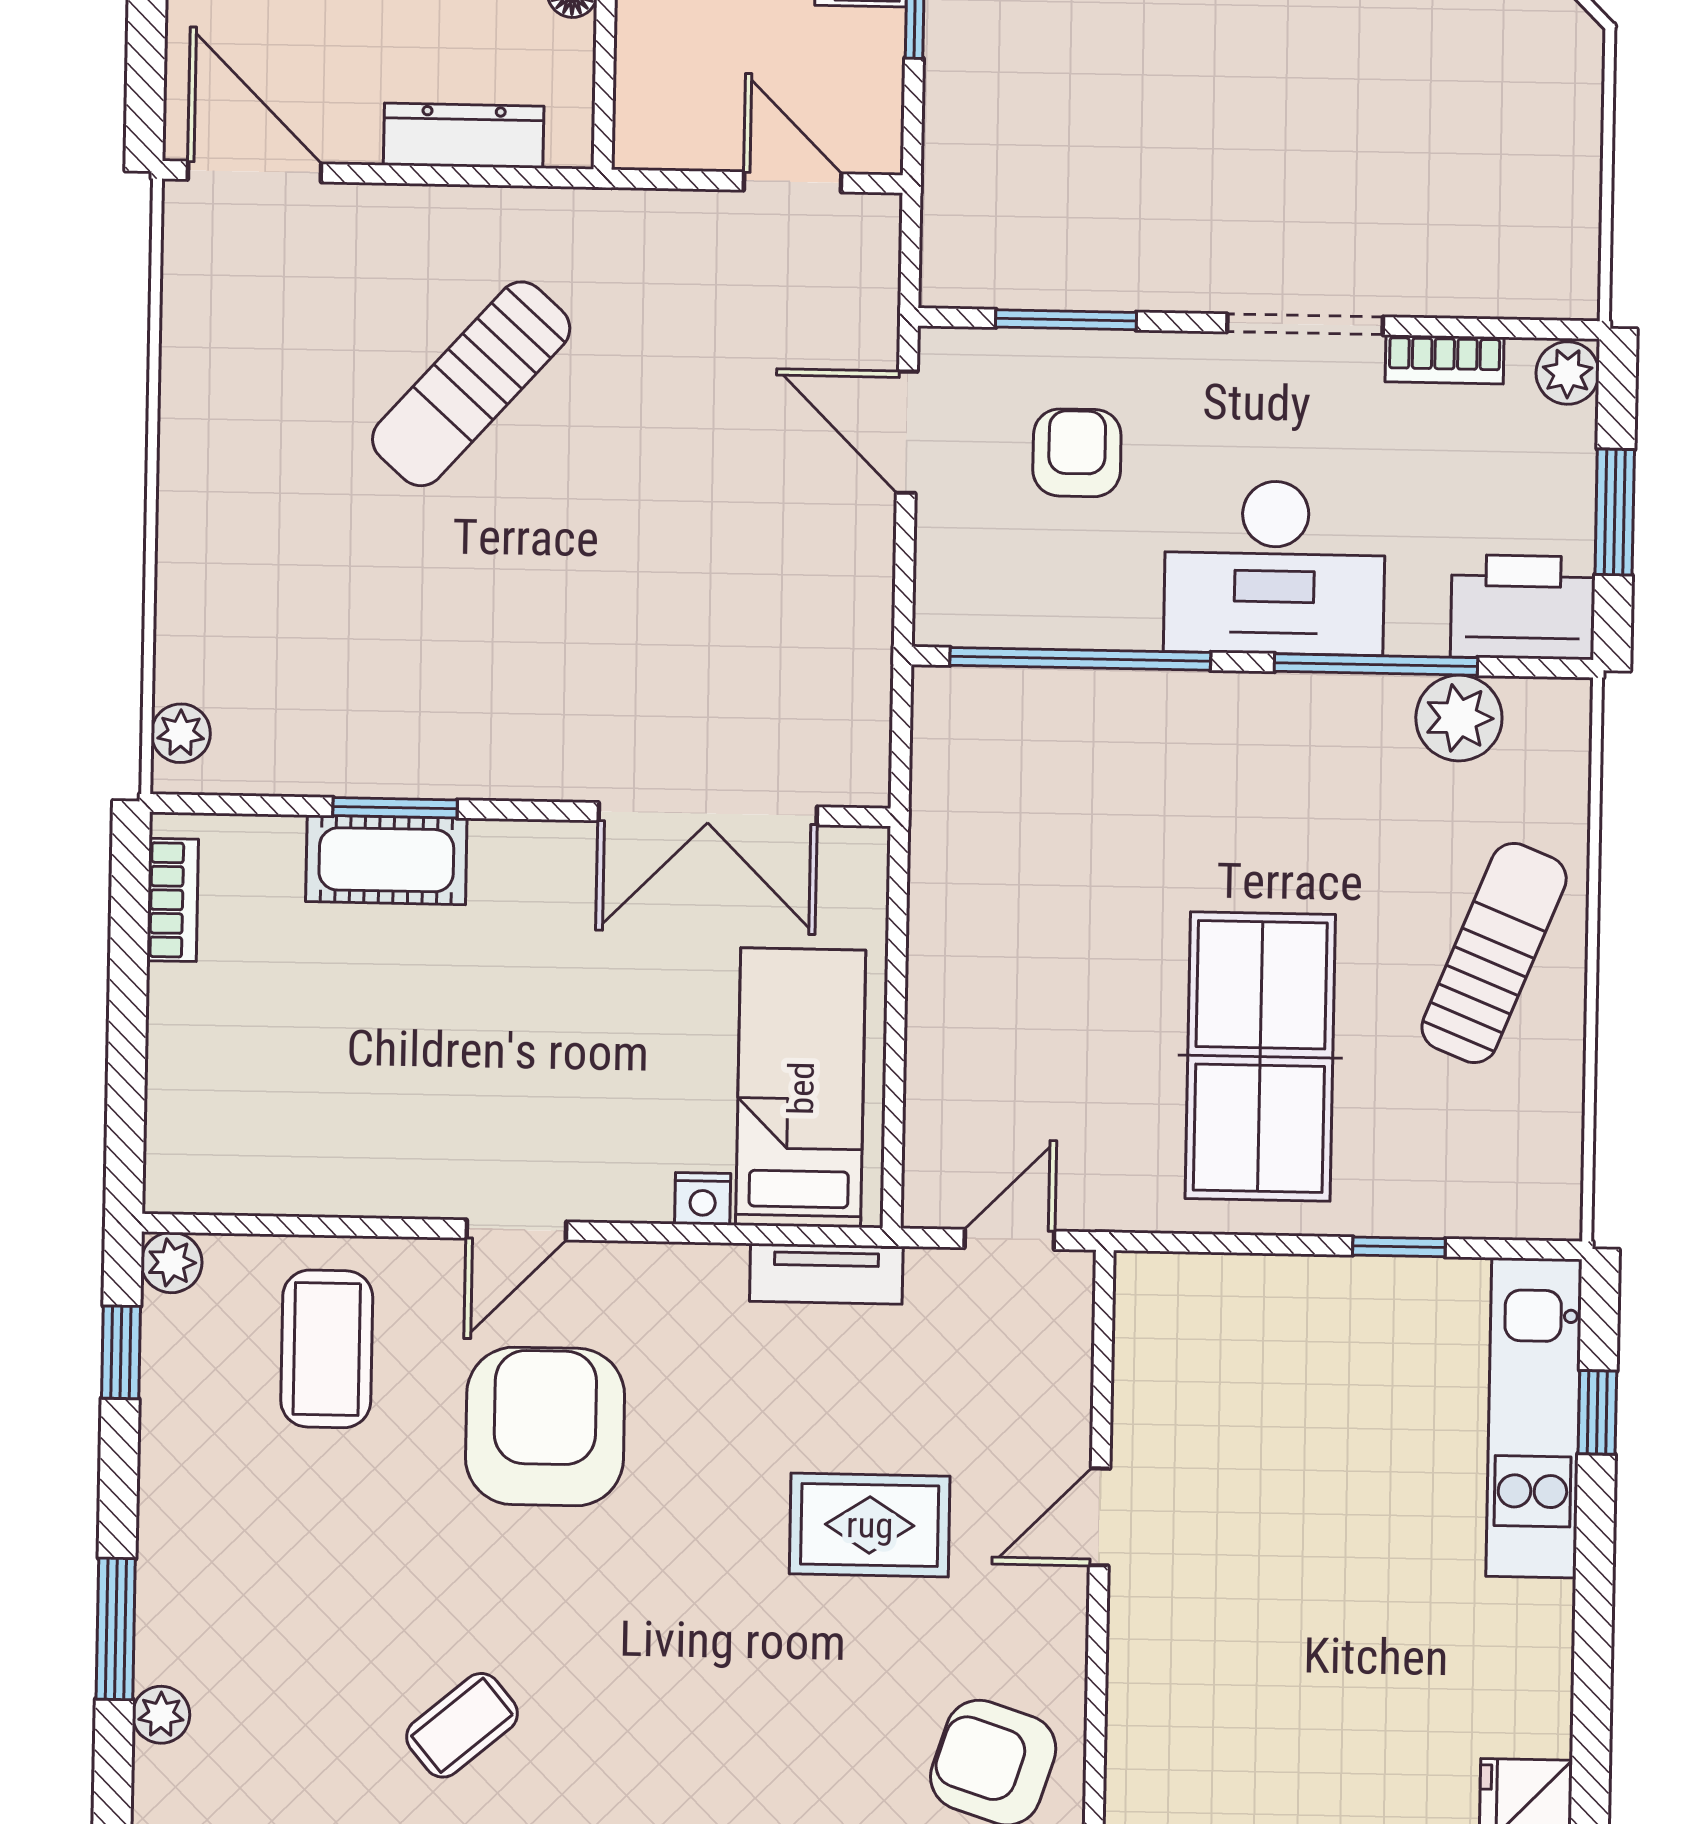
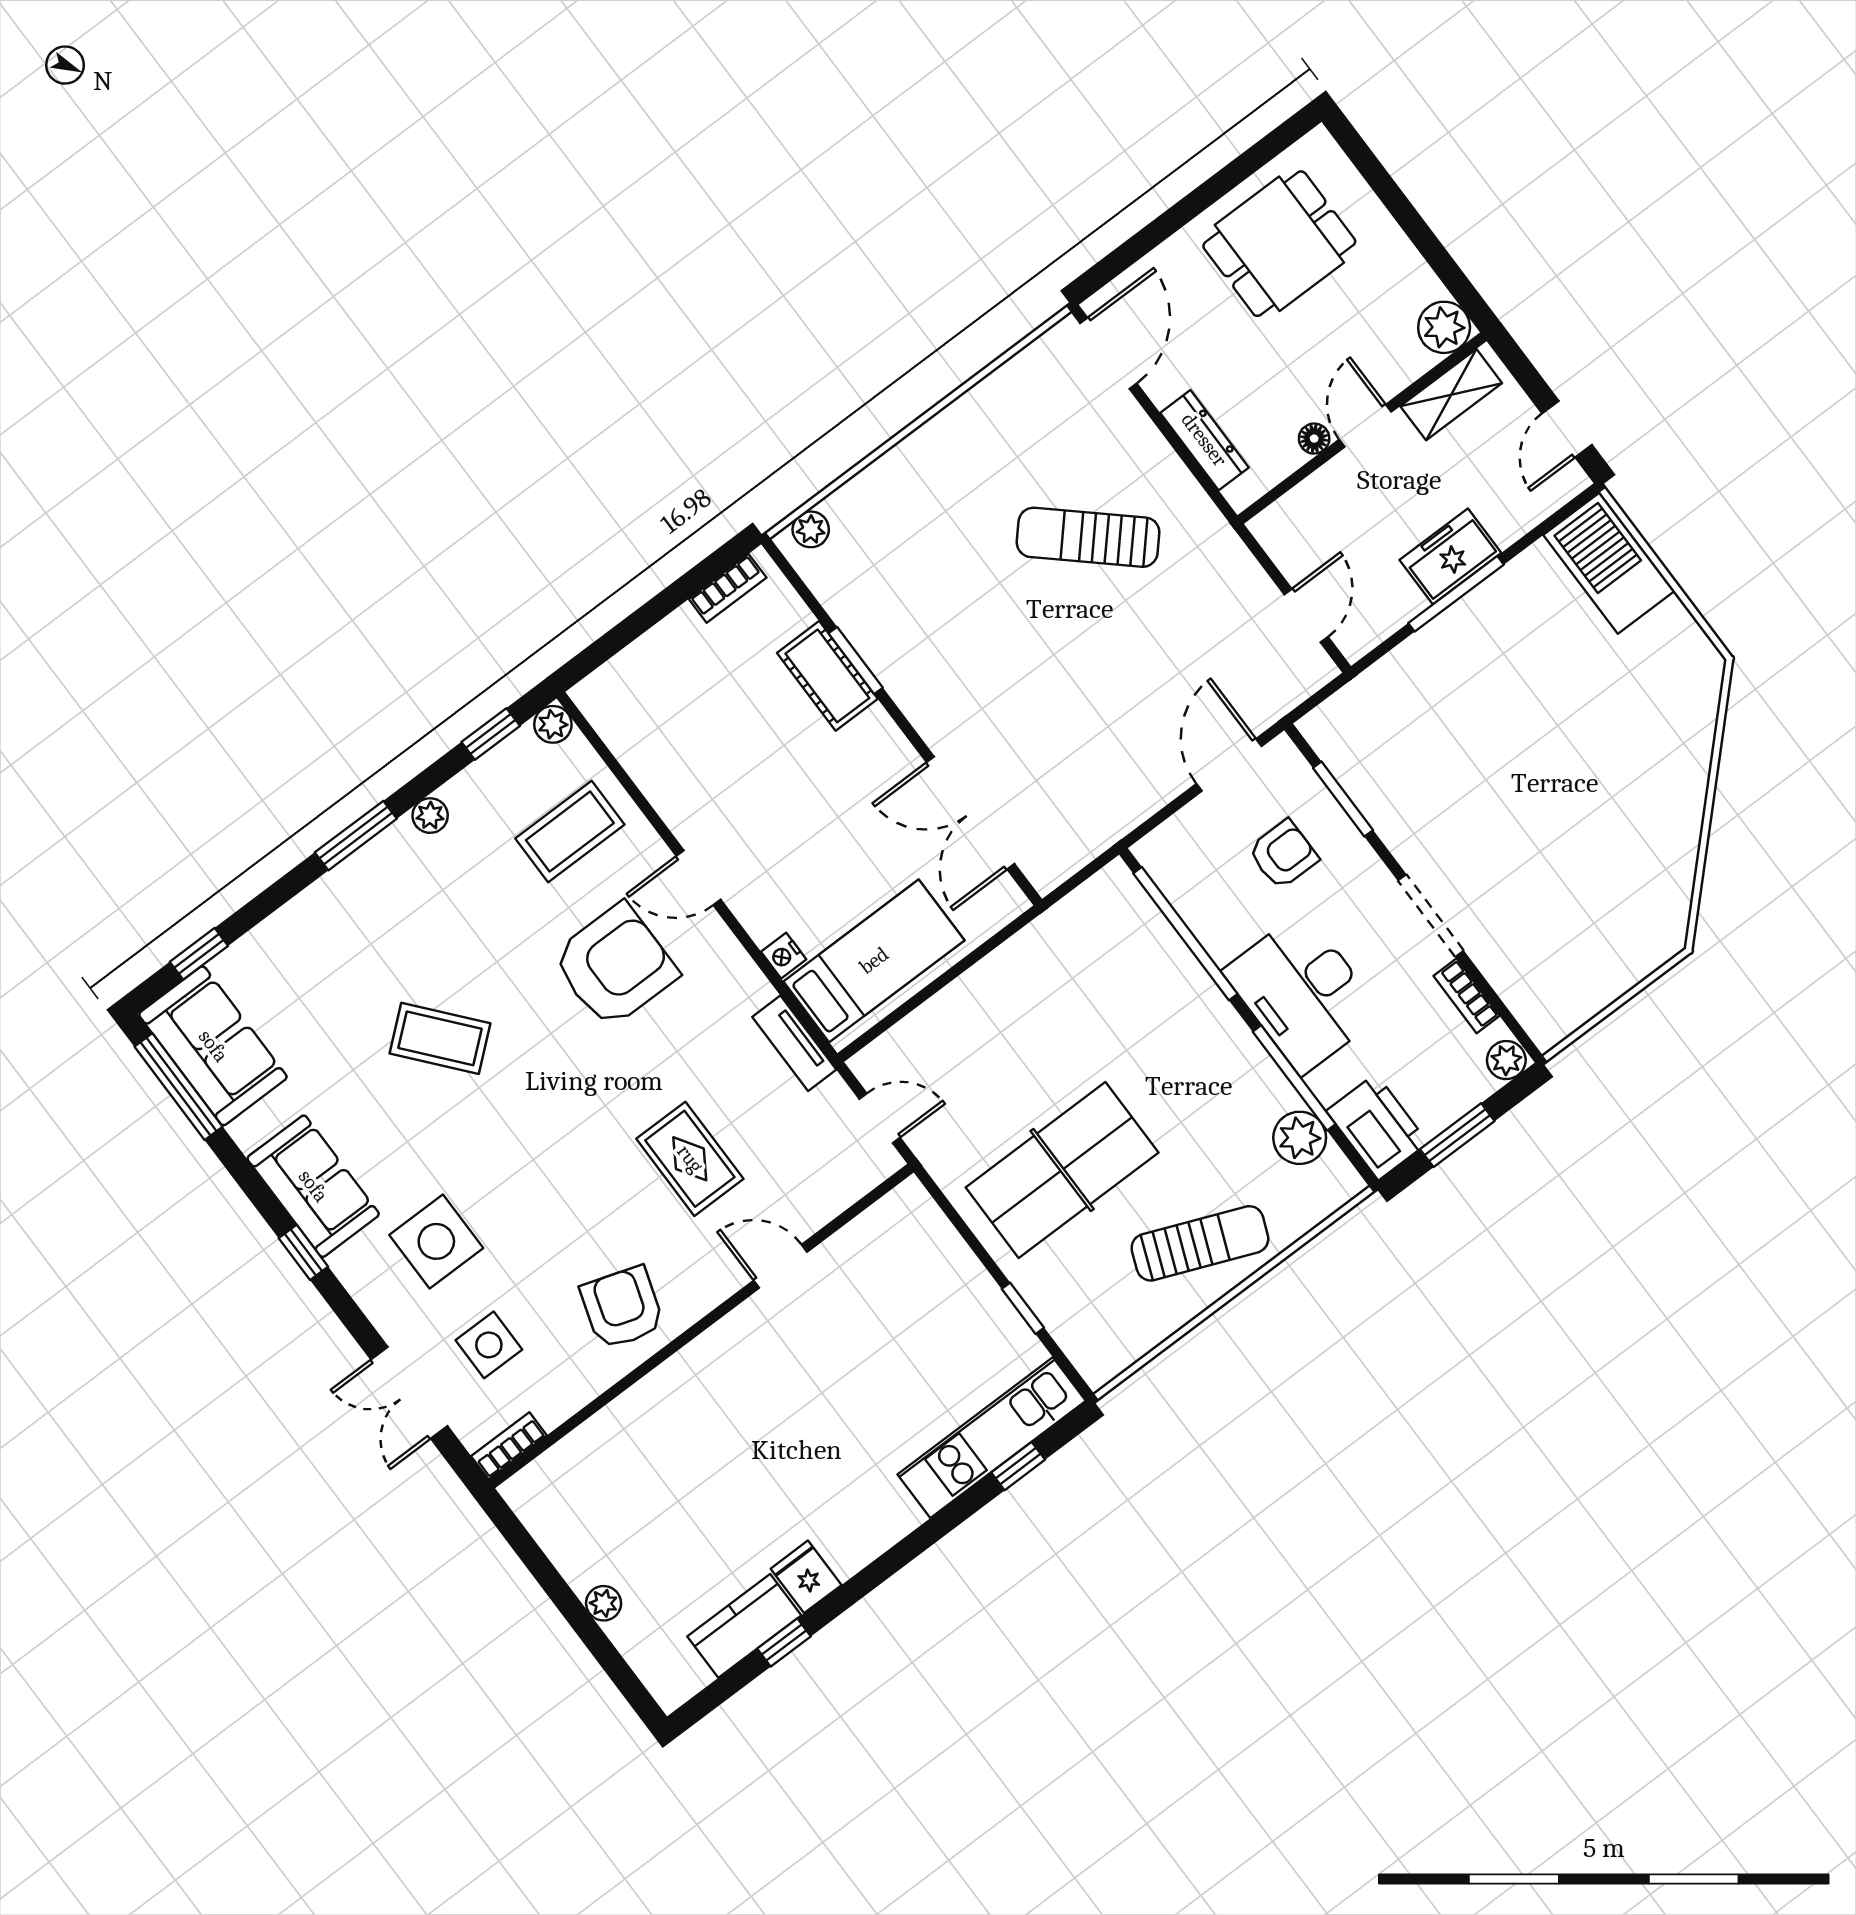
plant: (161, 1715) -> (430, 816), moved
coffee table: (462, 1725) -> (440, 1038), width x1.36, depth x1.30

